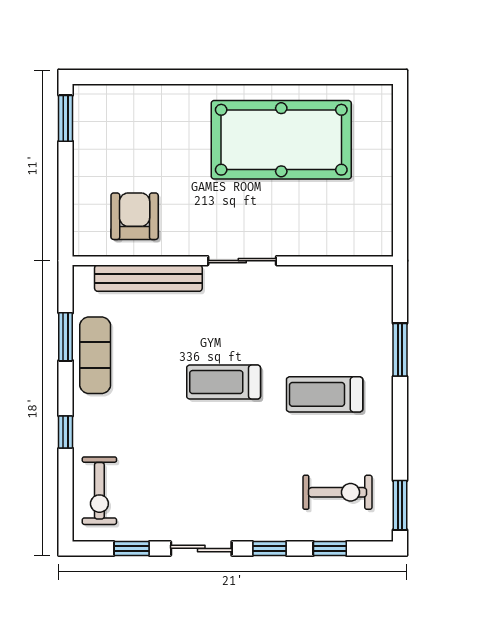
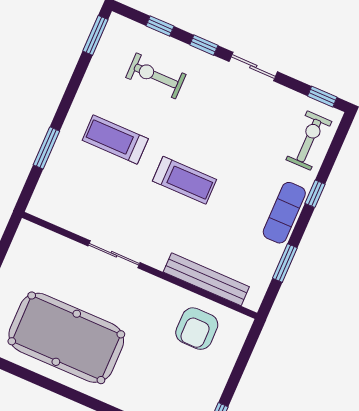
sliding door: (242, 261) -> (114, 254), moved
exercise mat: (95, 355) -> (284, 213), moved
treadmill: (325, 394) -> (115, 139), turned 180
exercise bike: (337, 492) -> (156, 76), moved
window: (132, 548) -> (322, 97), moved

